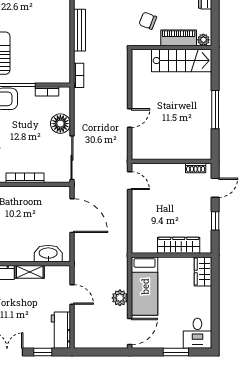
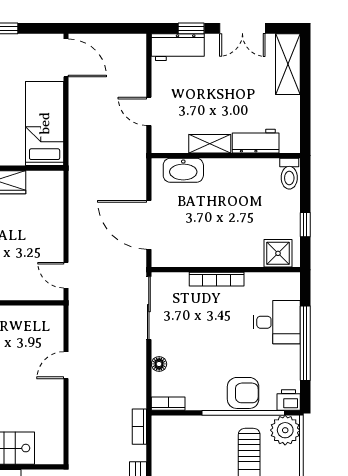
bookcase: (47, 91) -> (168, 404), moved
floor lamp: (60, 124) -> (159, 364), width x0.53, depth x0.53
plant: (120, 298) -> (80, 107), removed
workbench: (61, 330) -> (178, 47), moved, turned 90
door: (130, 332) -> (66, 58), swing flipped

